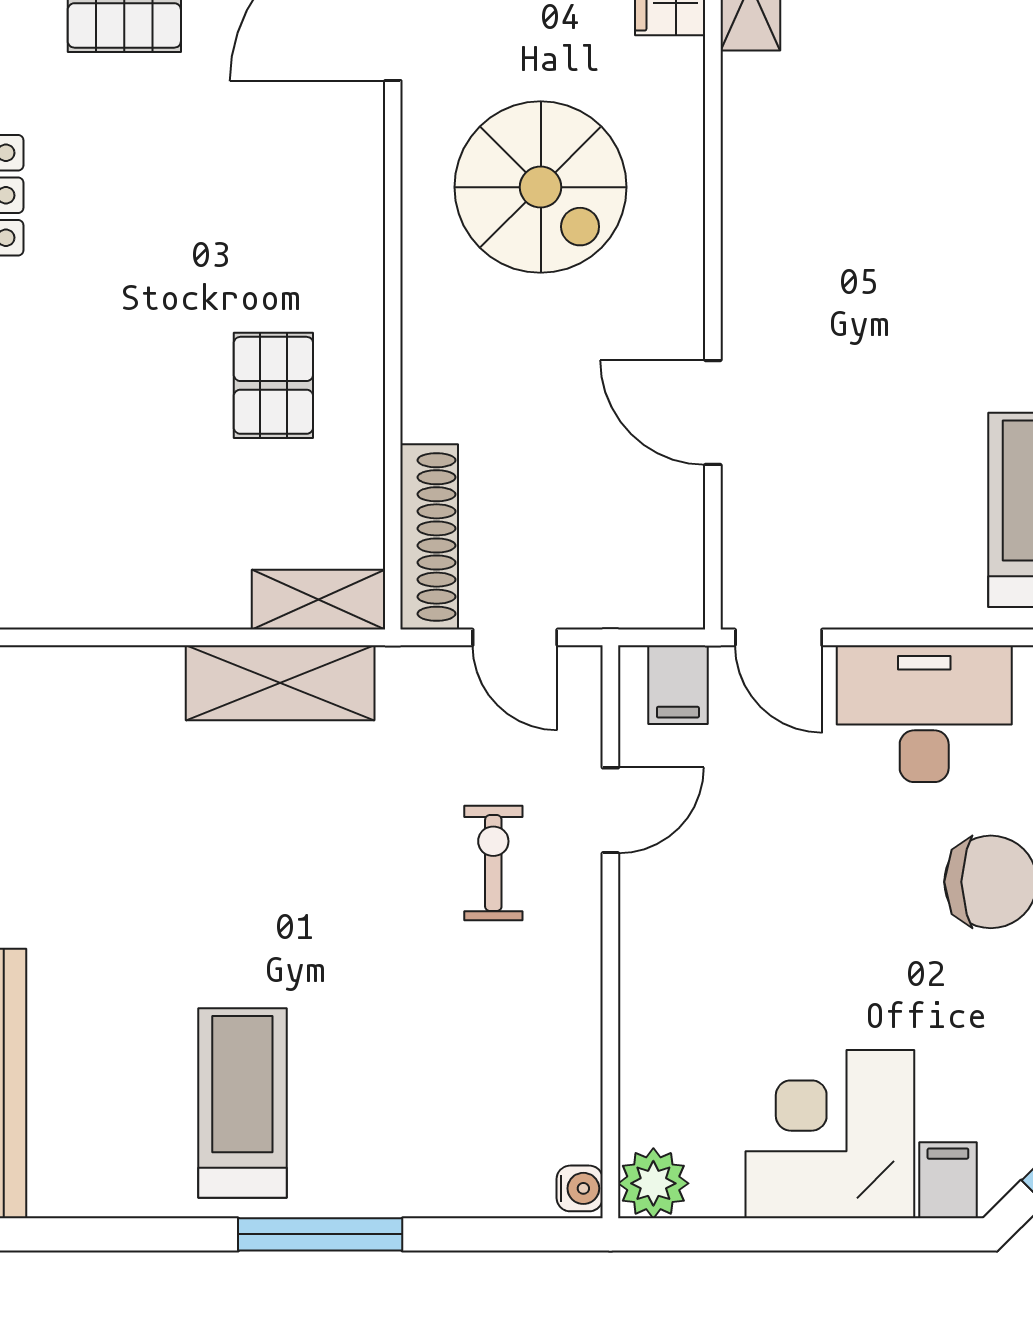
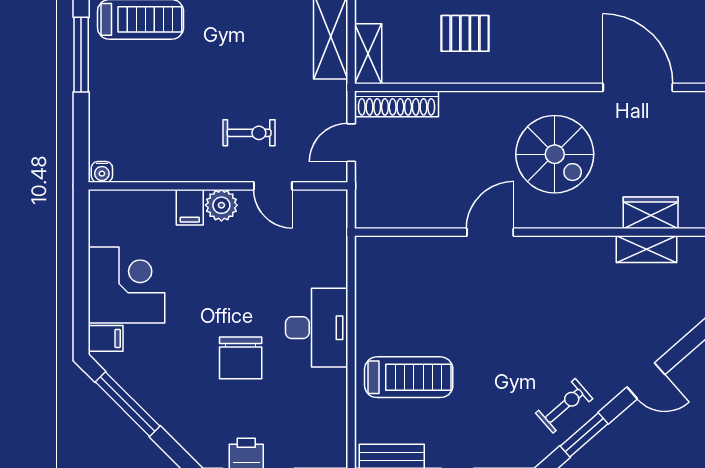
spiral stairs: (541, 187) -> (555, 154), turned -90
door: (713, 413) -> (490, 232), moved
door: (779, 637) -> (351, 262), removed
filing cabinet: (678, 685) -> (190, 207), moved, turned -90
plant: (653, 1183) -> (221, 205), moved

